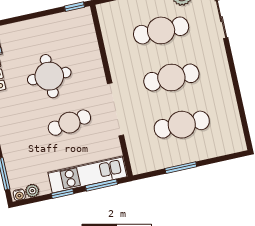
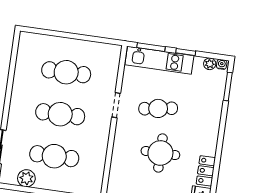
doorway: (115, 109) -> (116, 105), width x0.53
window: (181, 168) -> (80, 37), removed

